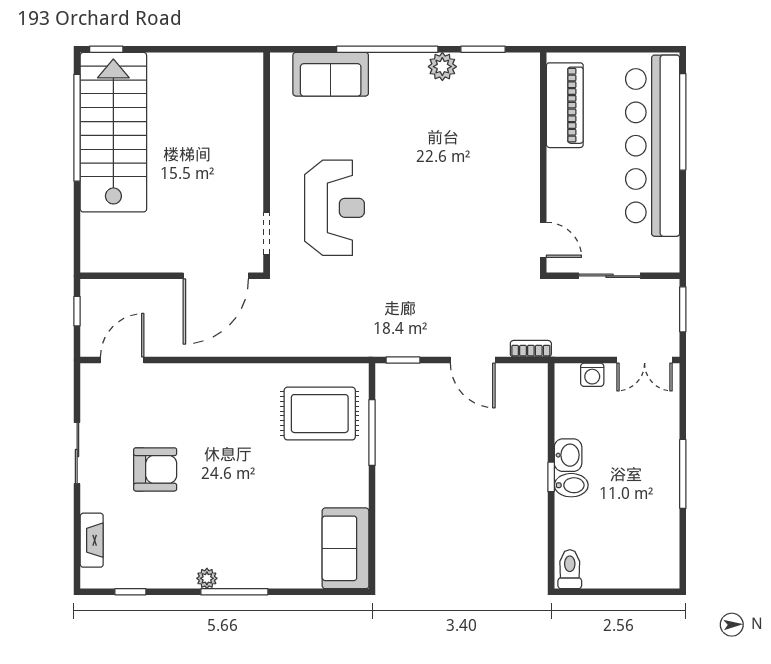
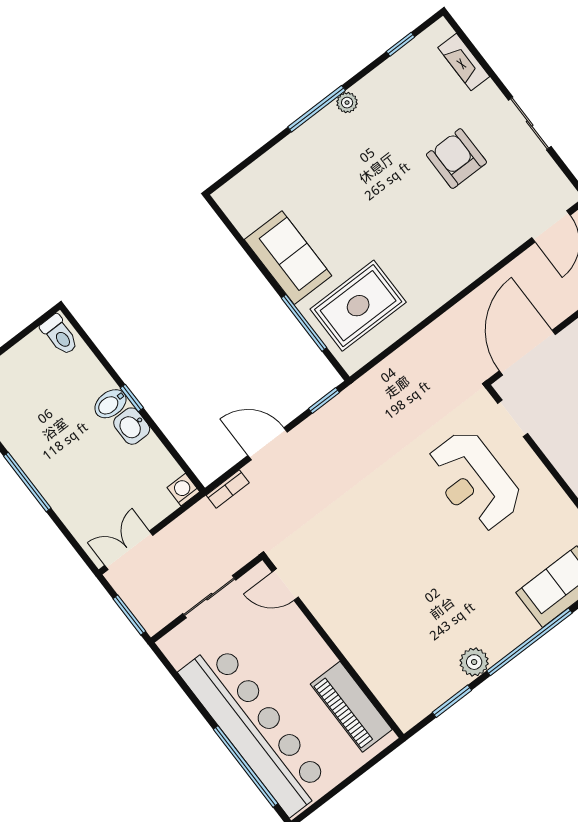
washing machine: (592, 375) -> (183, 490), moved
armchair: (155, 469) -> (456, 159), turned 90
sofa: (346, 548) -> (288, 258), moved

